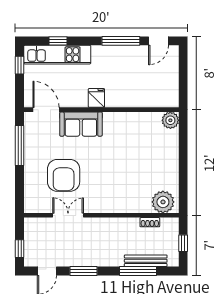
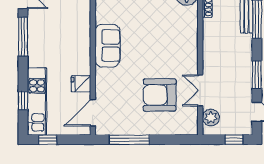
fridge: (96, 98) -> (81, 84), moved
sofa: (81, 124) -> (108, 46), moved
armchair: (64, 175) -> (160, 95), turned 180
plant: (41, 226) -> (211, 118), added

